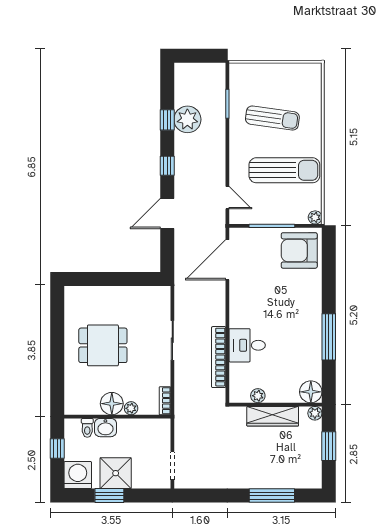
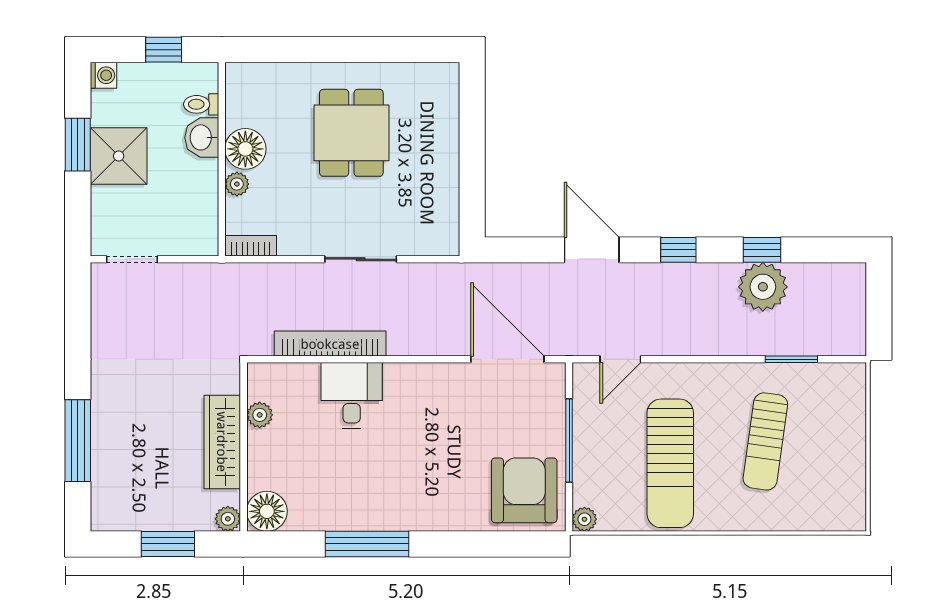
washing machine: (78, 475) -> (103, 75), width x0.53, depth x0.53

